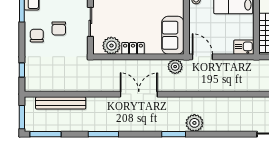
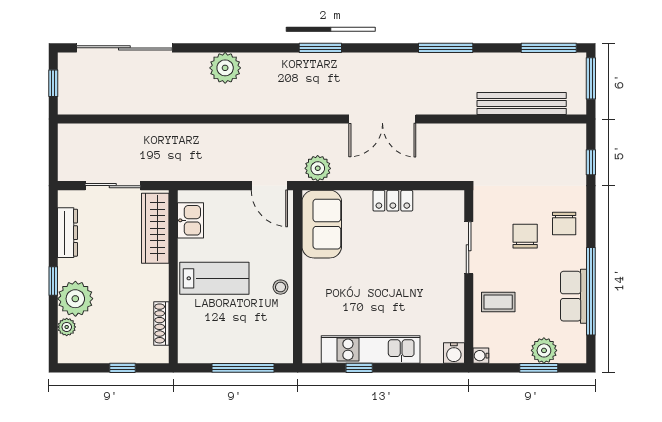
plant: (111, 46) -> (431, 206), removed
kitchen sink: (244, 47) -> (191, 220), moved, turned -90
plant: (194, 123) -> (225, 68), moved

